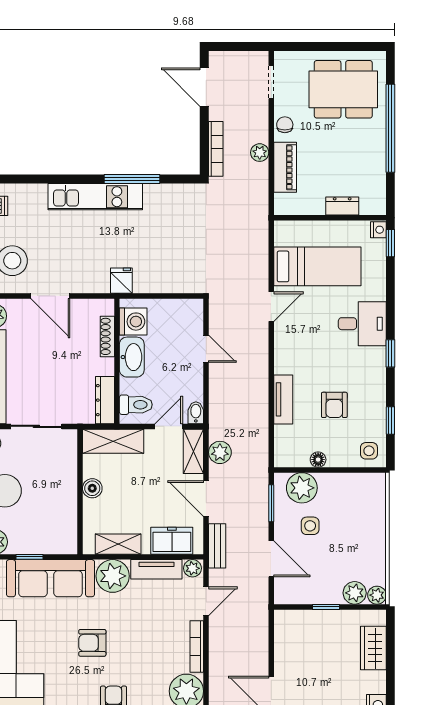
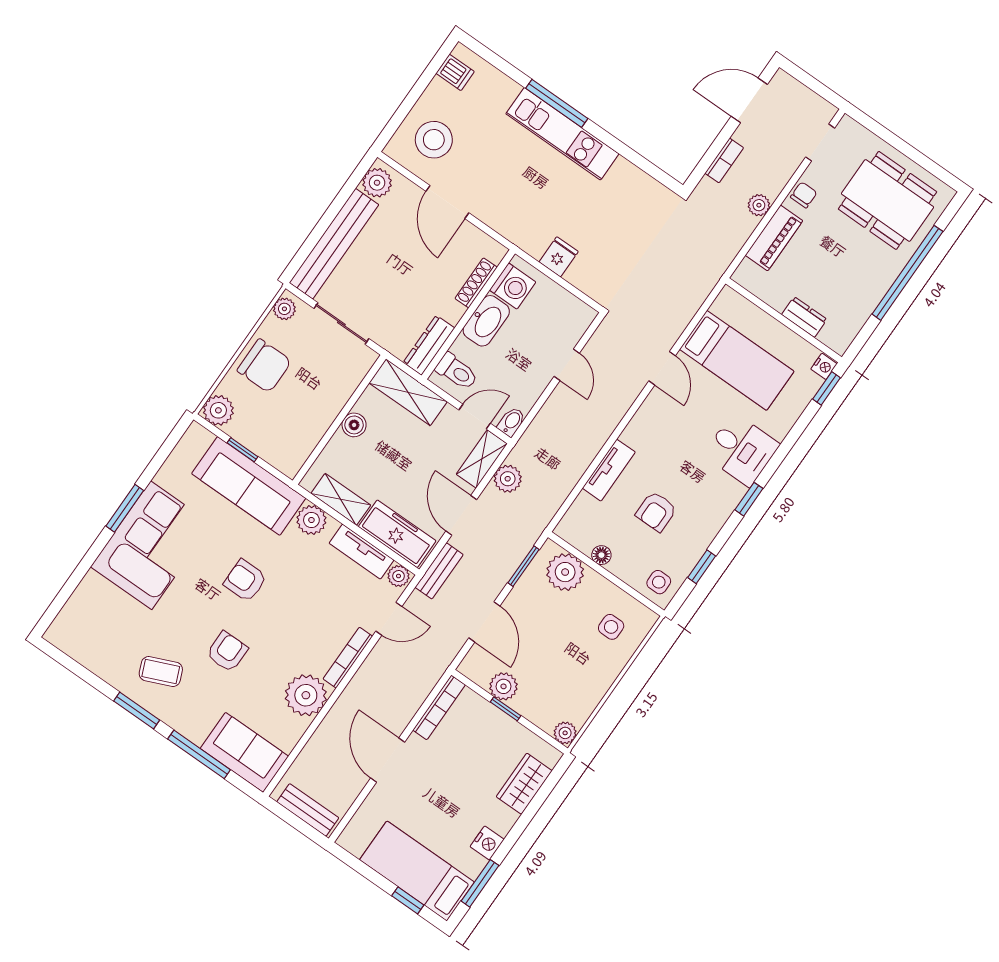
door: (204, 87) -> (749, 100), hinge flipped
bookcase: (216, 149) -> (724, 161), width x0.64
window: (132, 179) -> (557, 103), moved
fridge: (121, 281) -> (559, 257), moved
door: (271, 307) -> (662, 368), hinge flipped
side table: (310, 526) -> (611, 627), moved
freezer: (172, 541) -> (397, 534), width x1.40
plant: (113, 576) -> (311, 520), width x0.73, depth x0.73
plant: (355, 593) -> (504, 686), moved
bookcase: (281, 637) -> (439, 707), added

